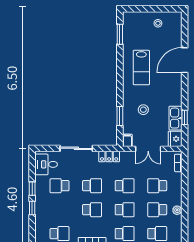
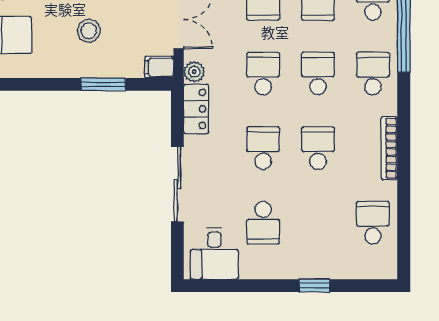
plant: (125, 156) -> (194, 72), added
window: (32, 189) -> (270, 286), removed

